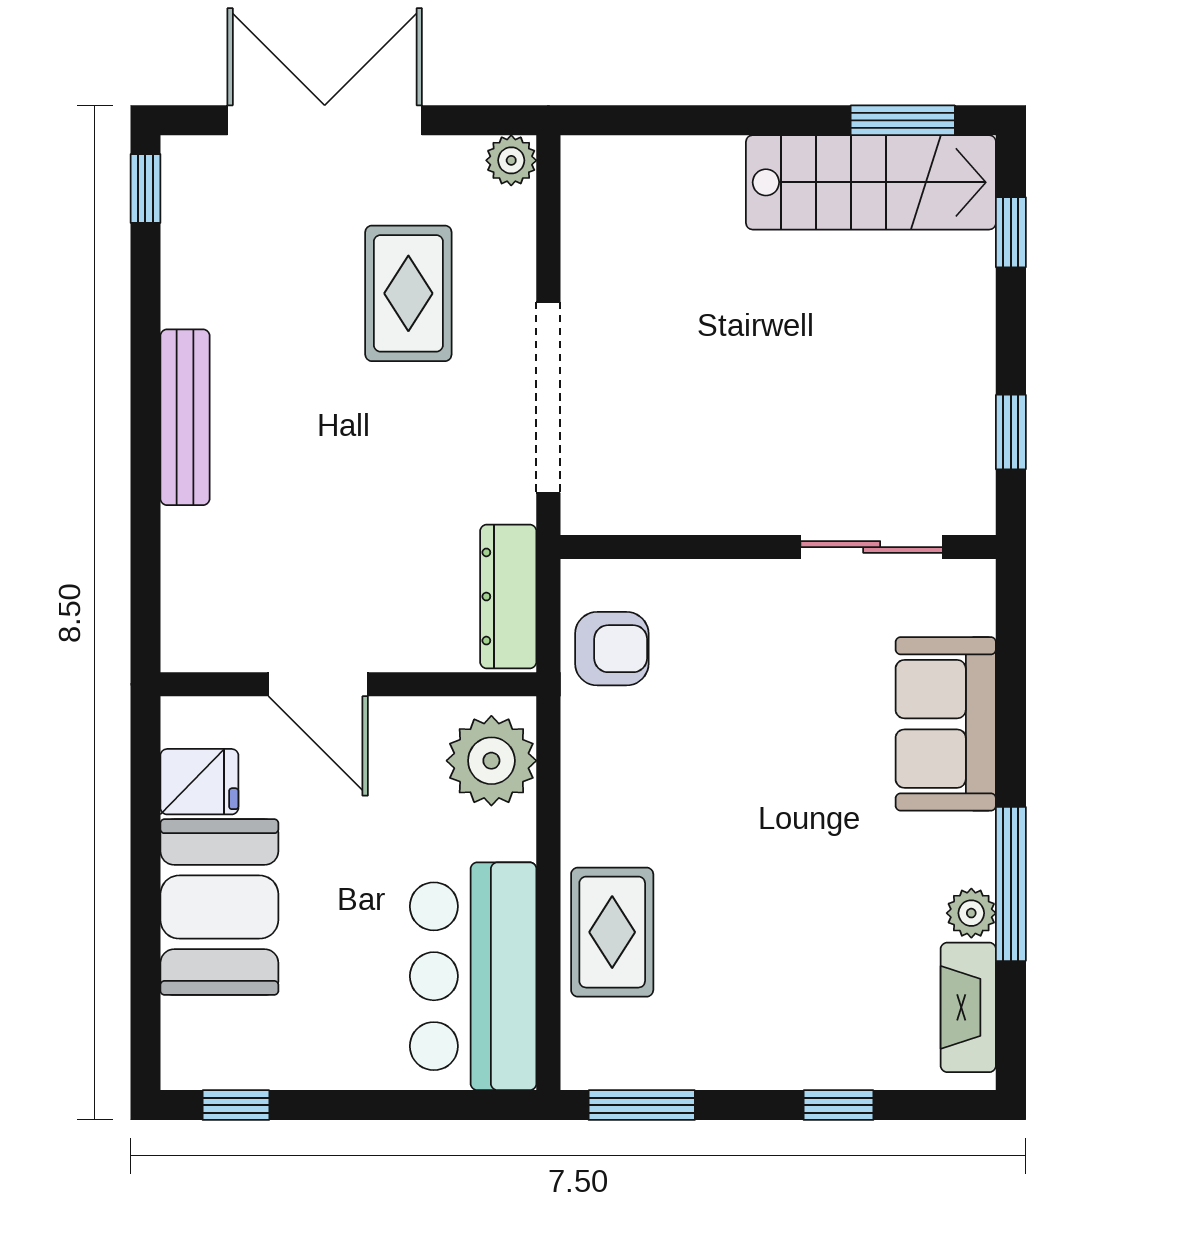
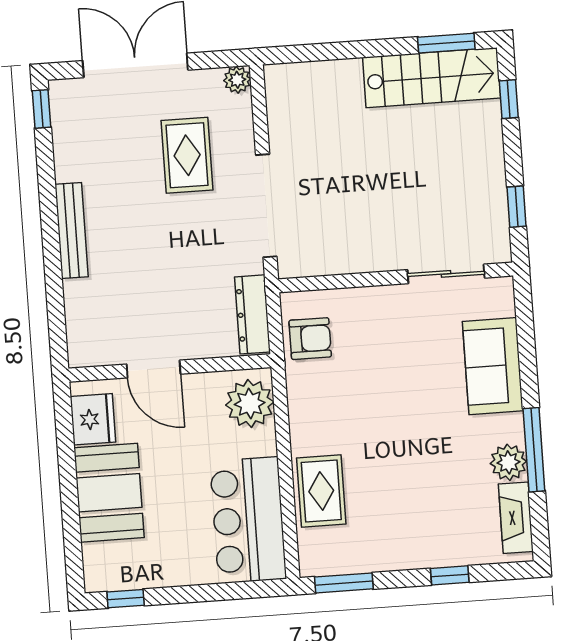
fridge: (199, 782) -> (93, 419), width x1.38
plant: (971, 913) -> (508, 462), width x1.38, depth x1.38

